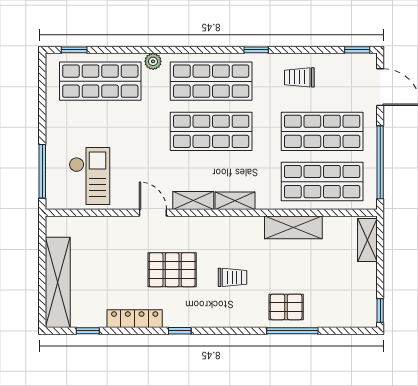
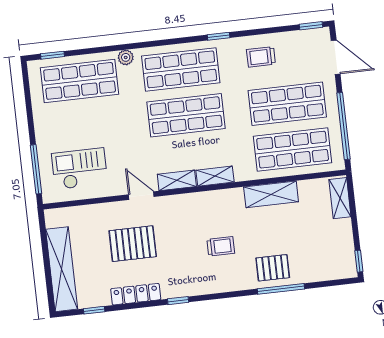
checkout: (89, 176) -> (80, 169), turned -90
pallet: (172, 270) -> (133, 244), moved

